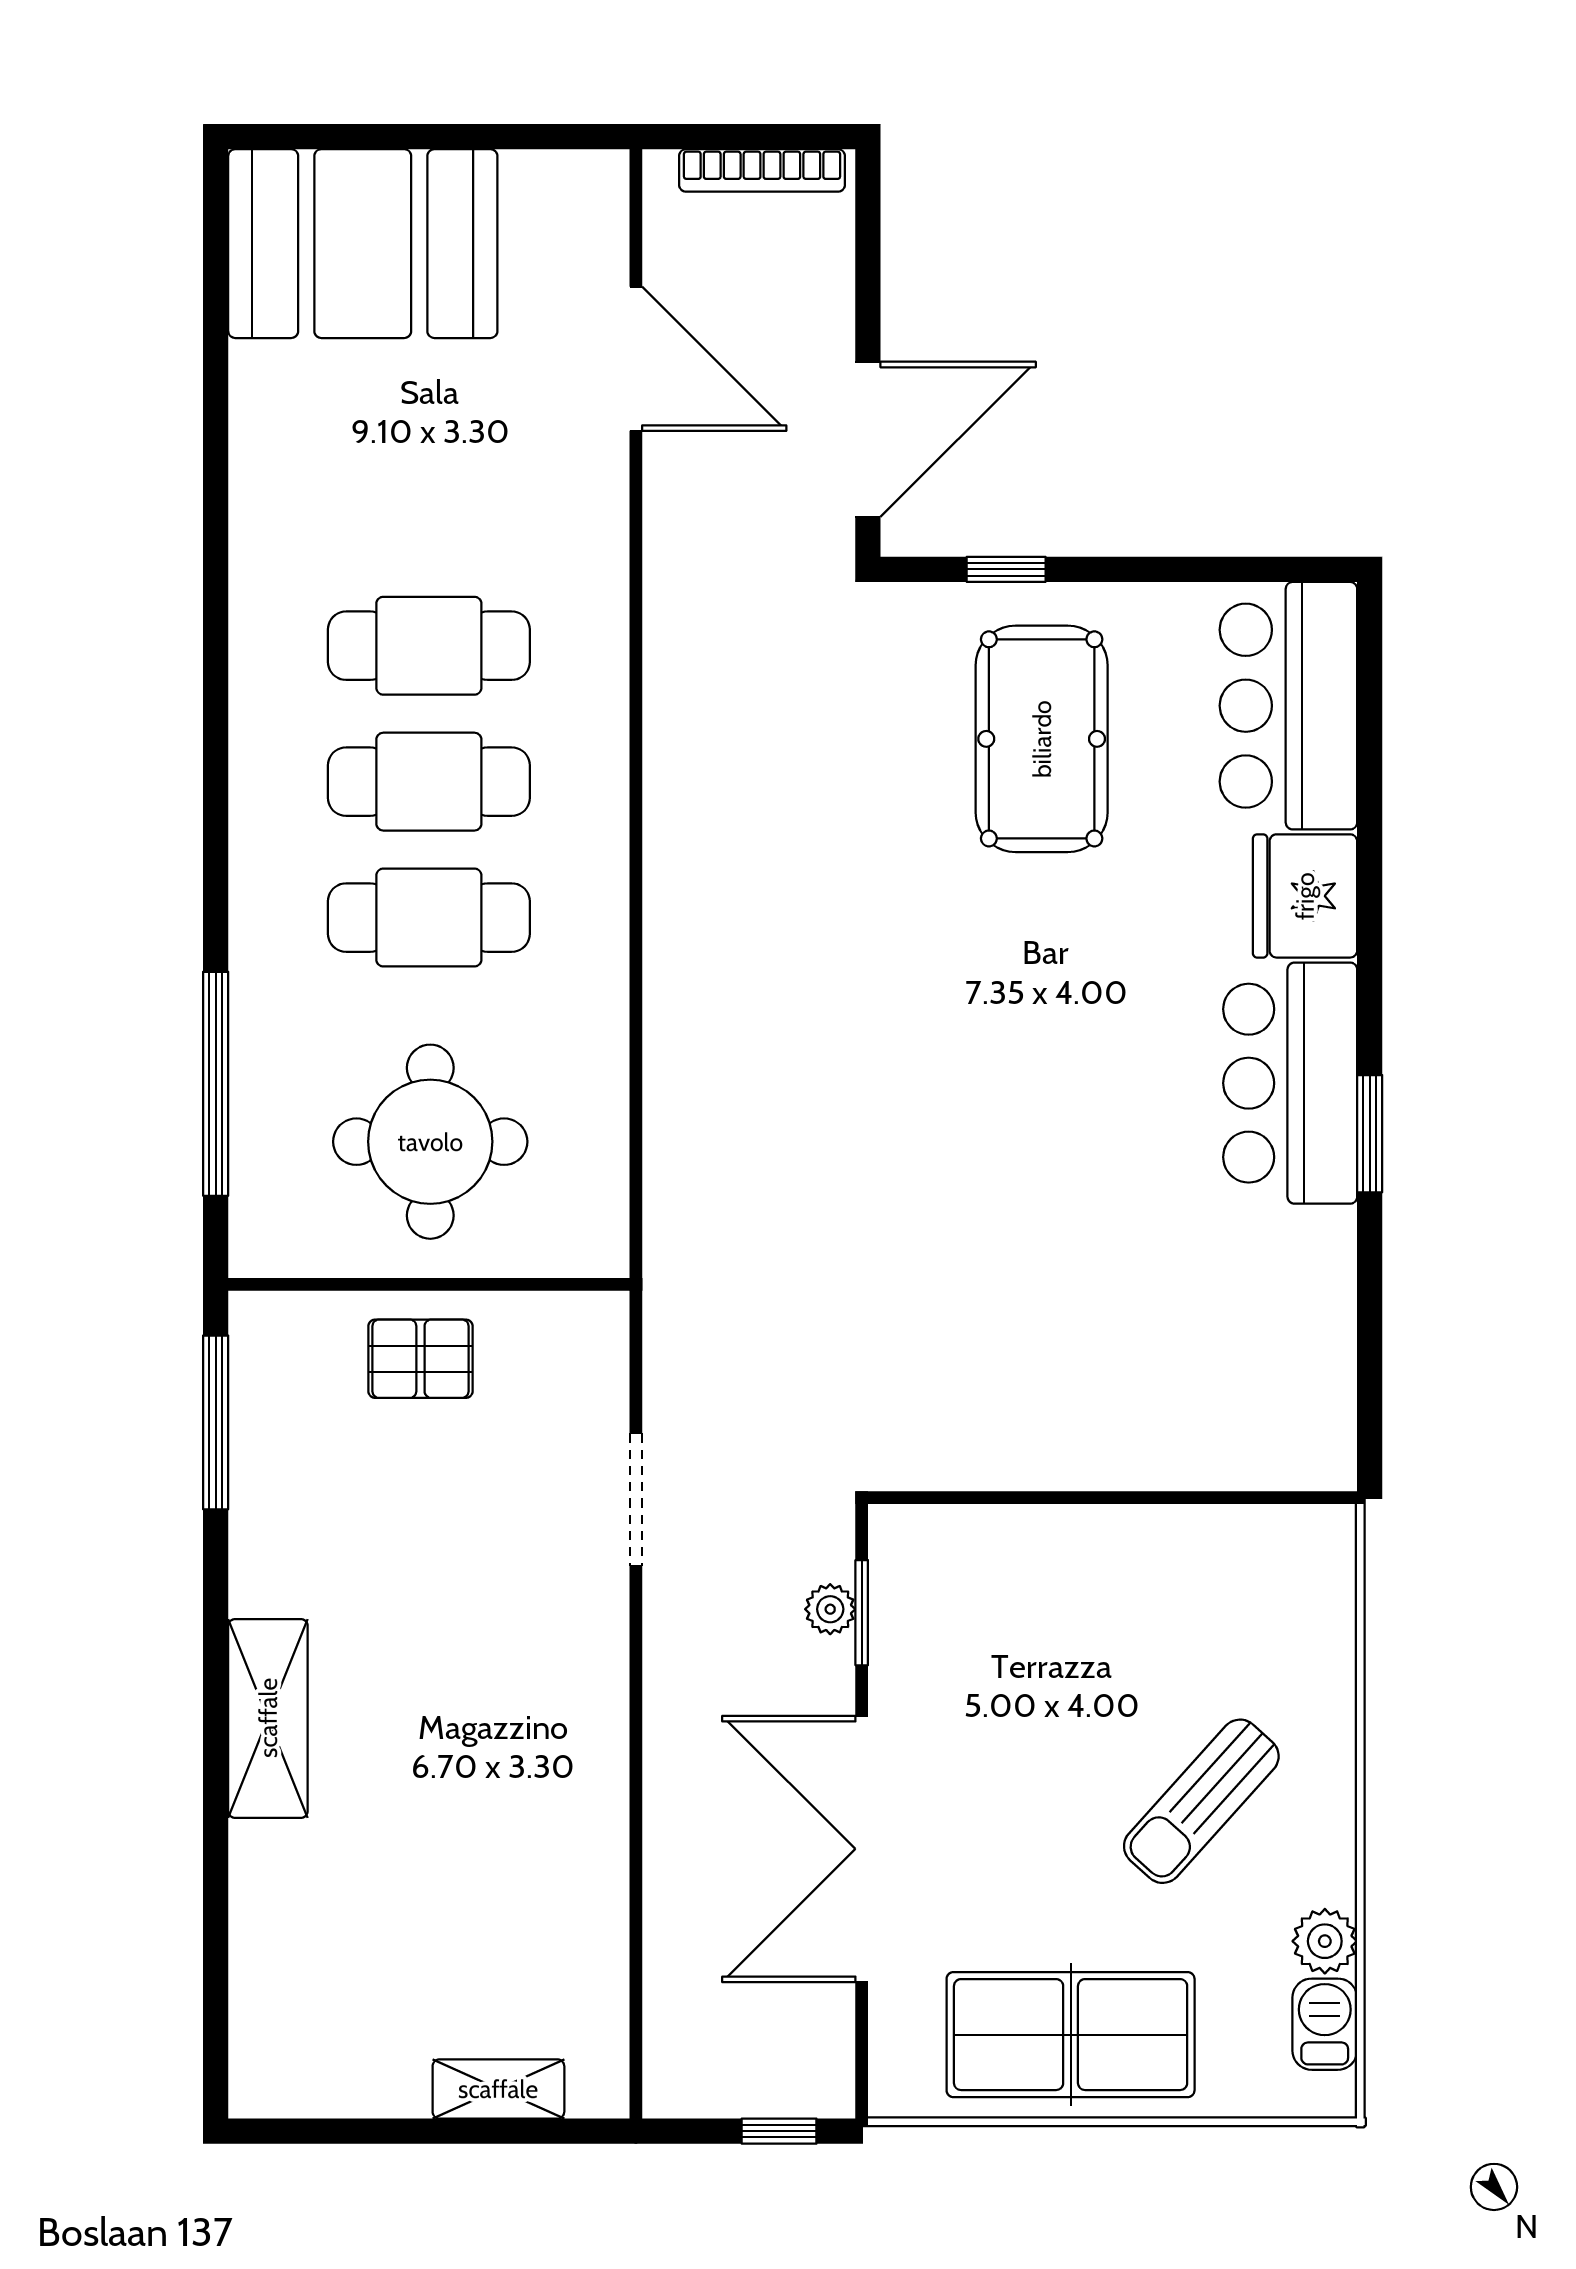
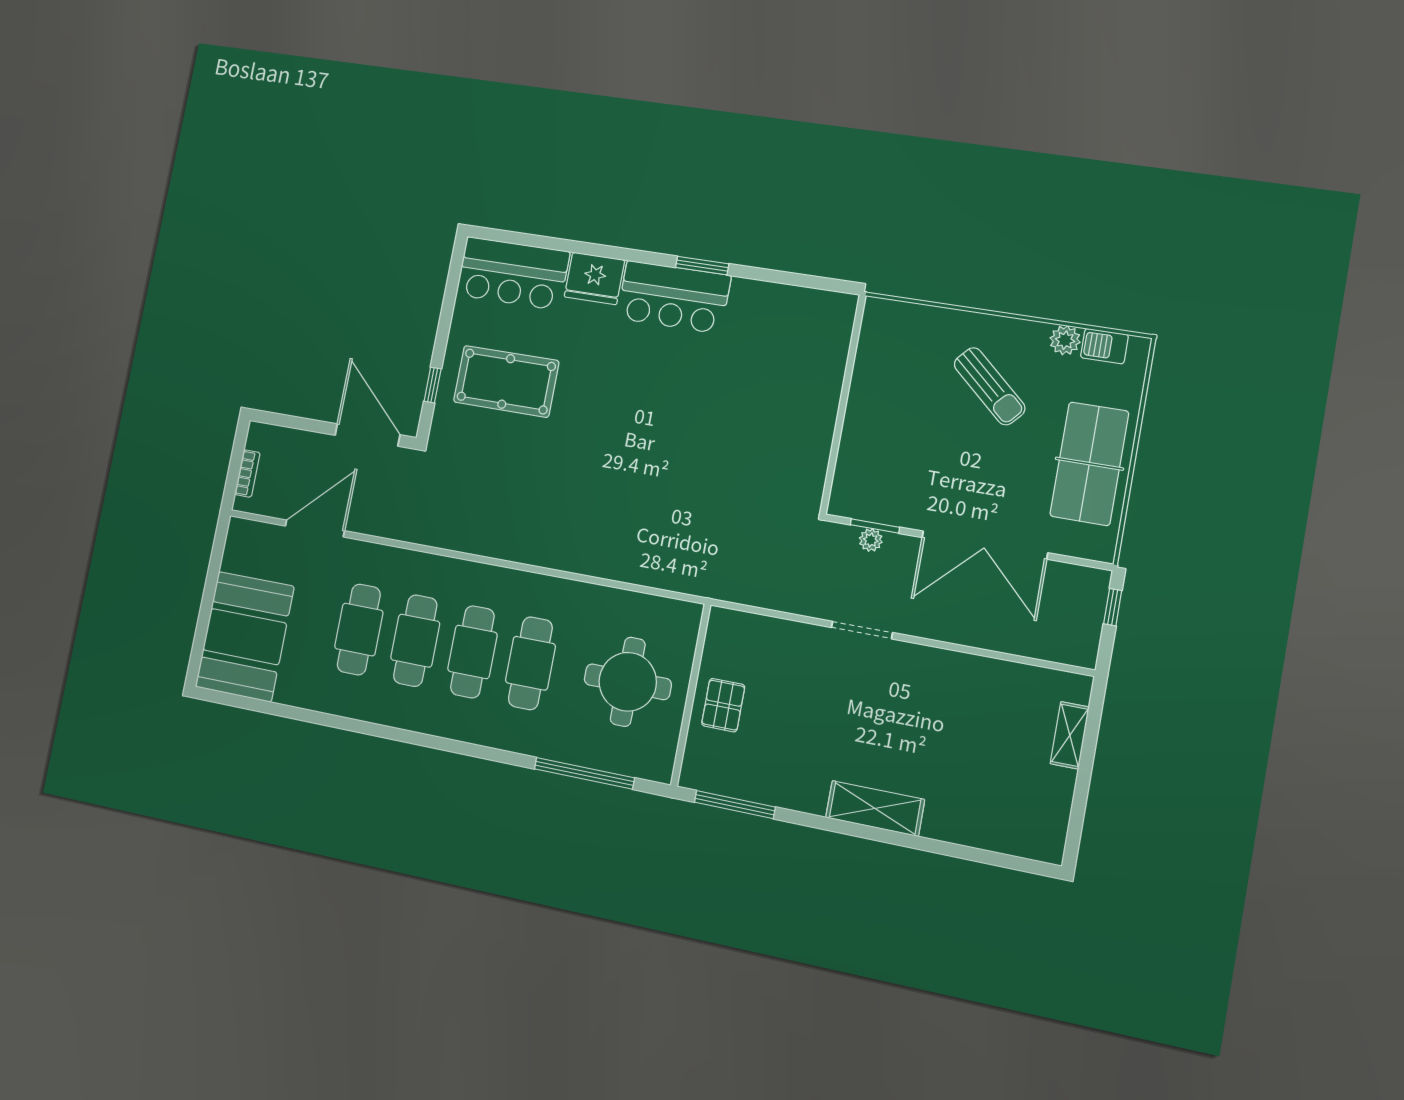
bookcase: (762, 170) -> (247, 474), width x0.64
cafe table: (429, 510) -> (359, 630), added
doorway: (636, 1499) -> (862, 630), moved

